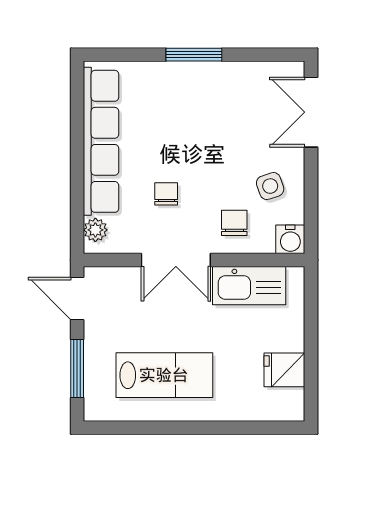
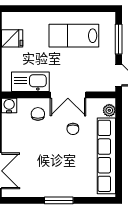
side table: (270, 186) -> (19, 133), removed
chair: (234, 223) -> (38, 114), turned 180
double door: (176, 260) -> (68, 95), swing flipped

